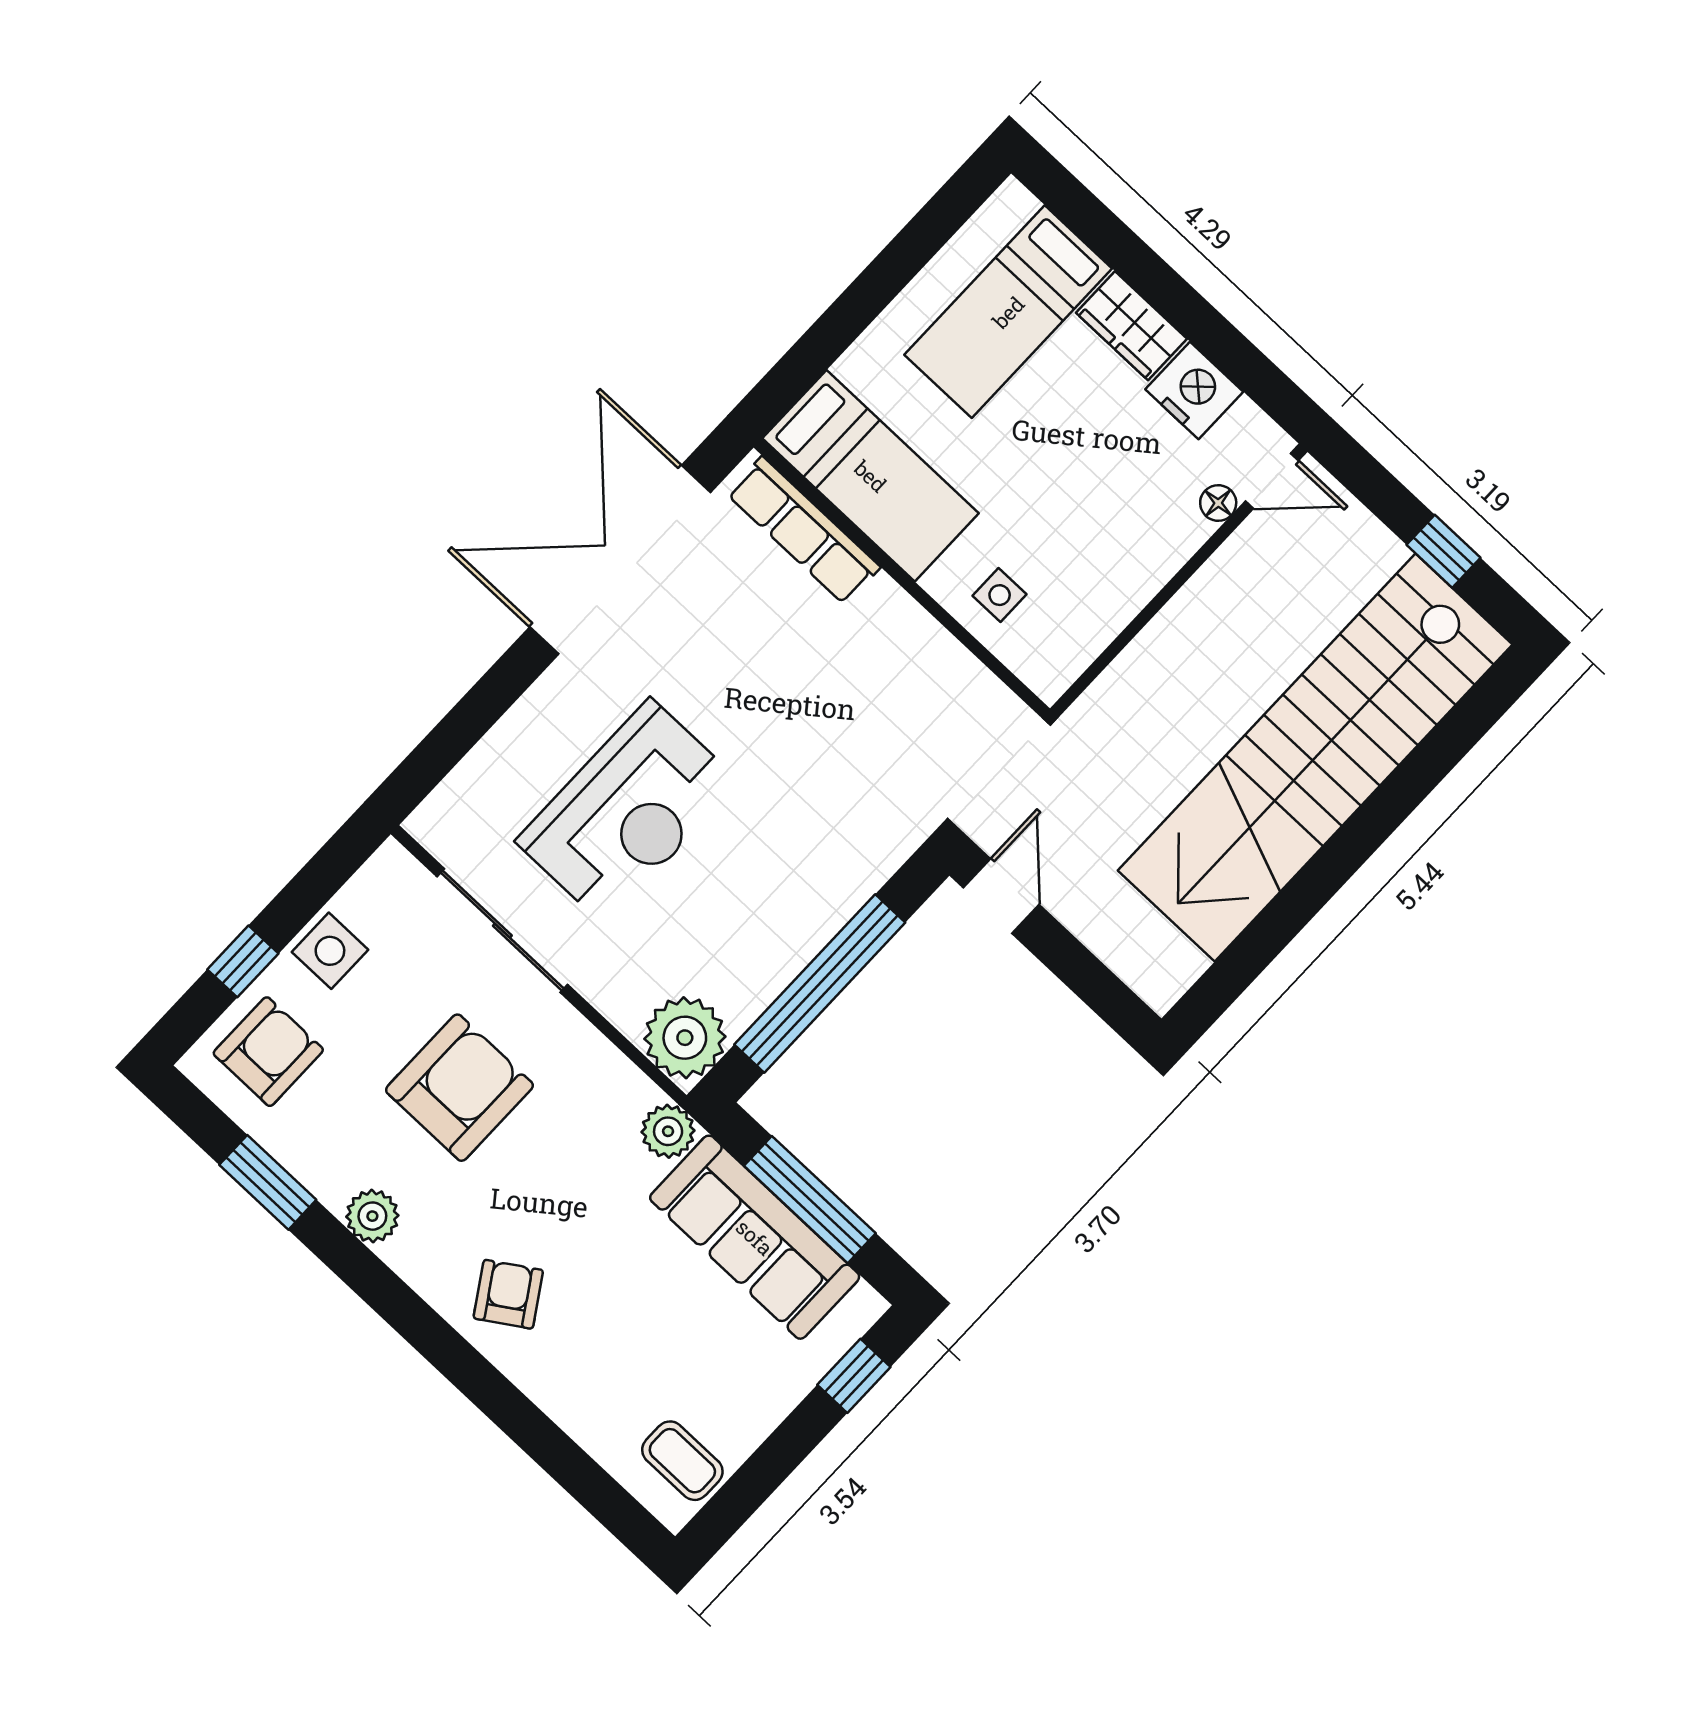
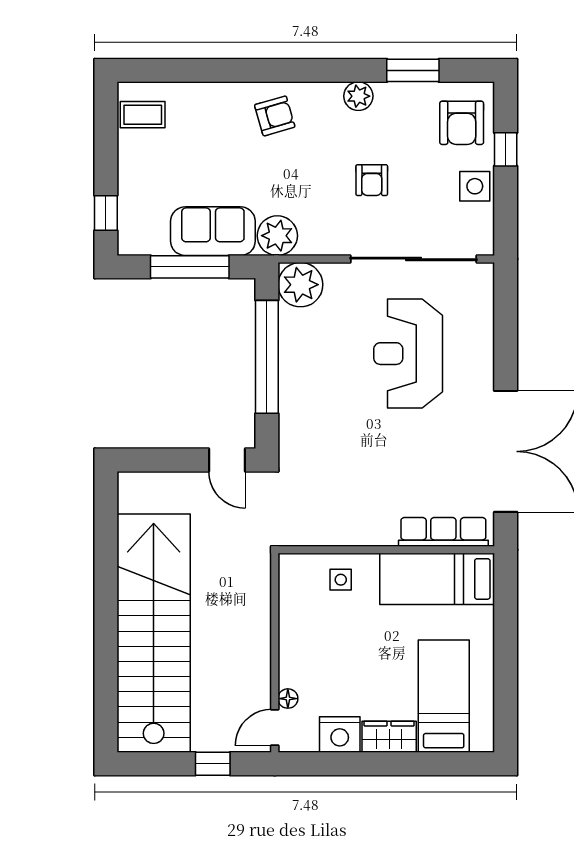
window: (1443, 551) -> (213, 764), moved
sliding door: (502, 931) -> (414, 259), width x1.36
armchair: (459, 1088) -> (372, 180), width x0.53, depth x0.53
plant: (668, 1131) -> (277, 236), width x1.36, depth x1.36
sofa: (755, 1237) -> (213, 231), width x0.73
armchair: (508, 1294) -> (275, 116), turned -73

